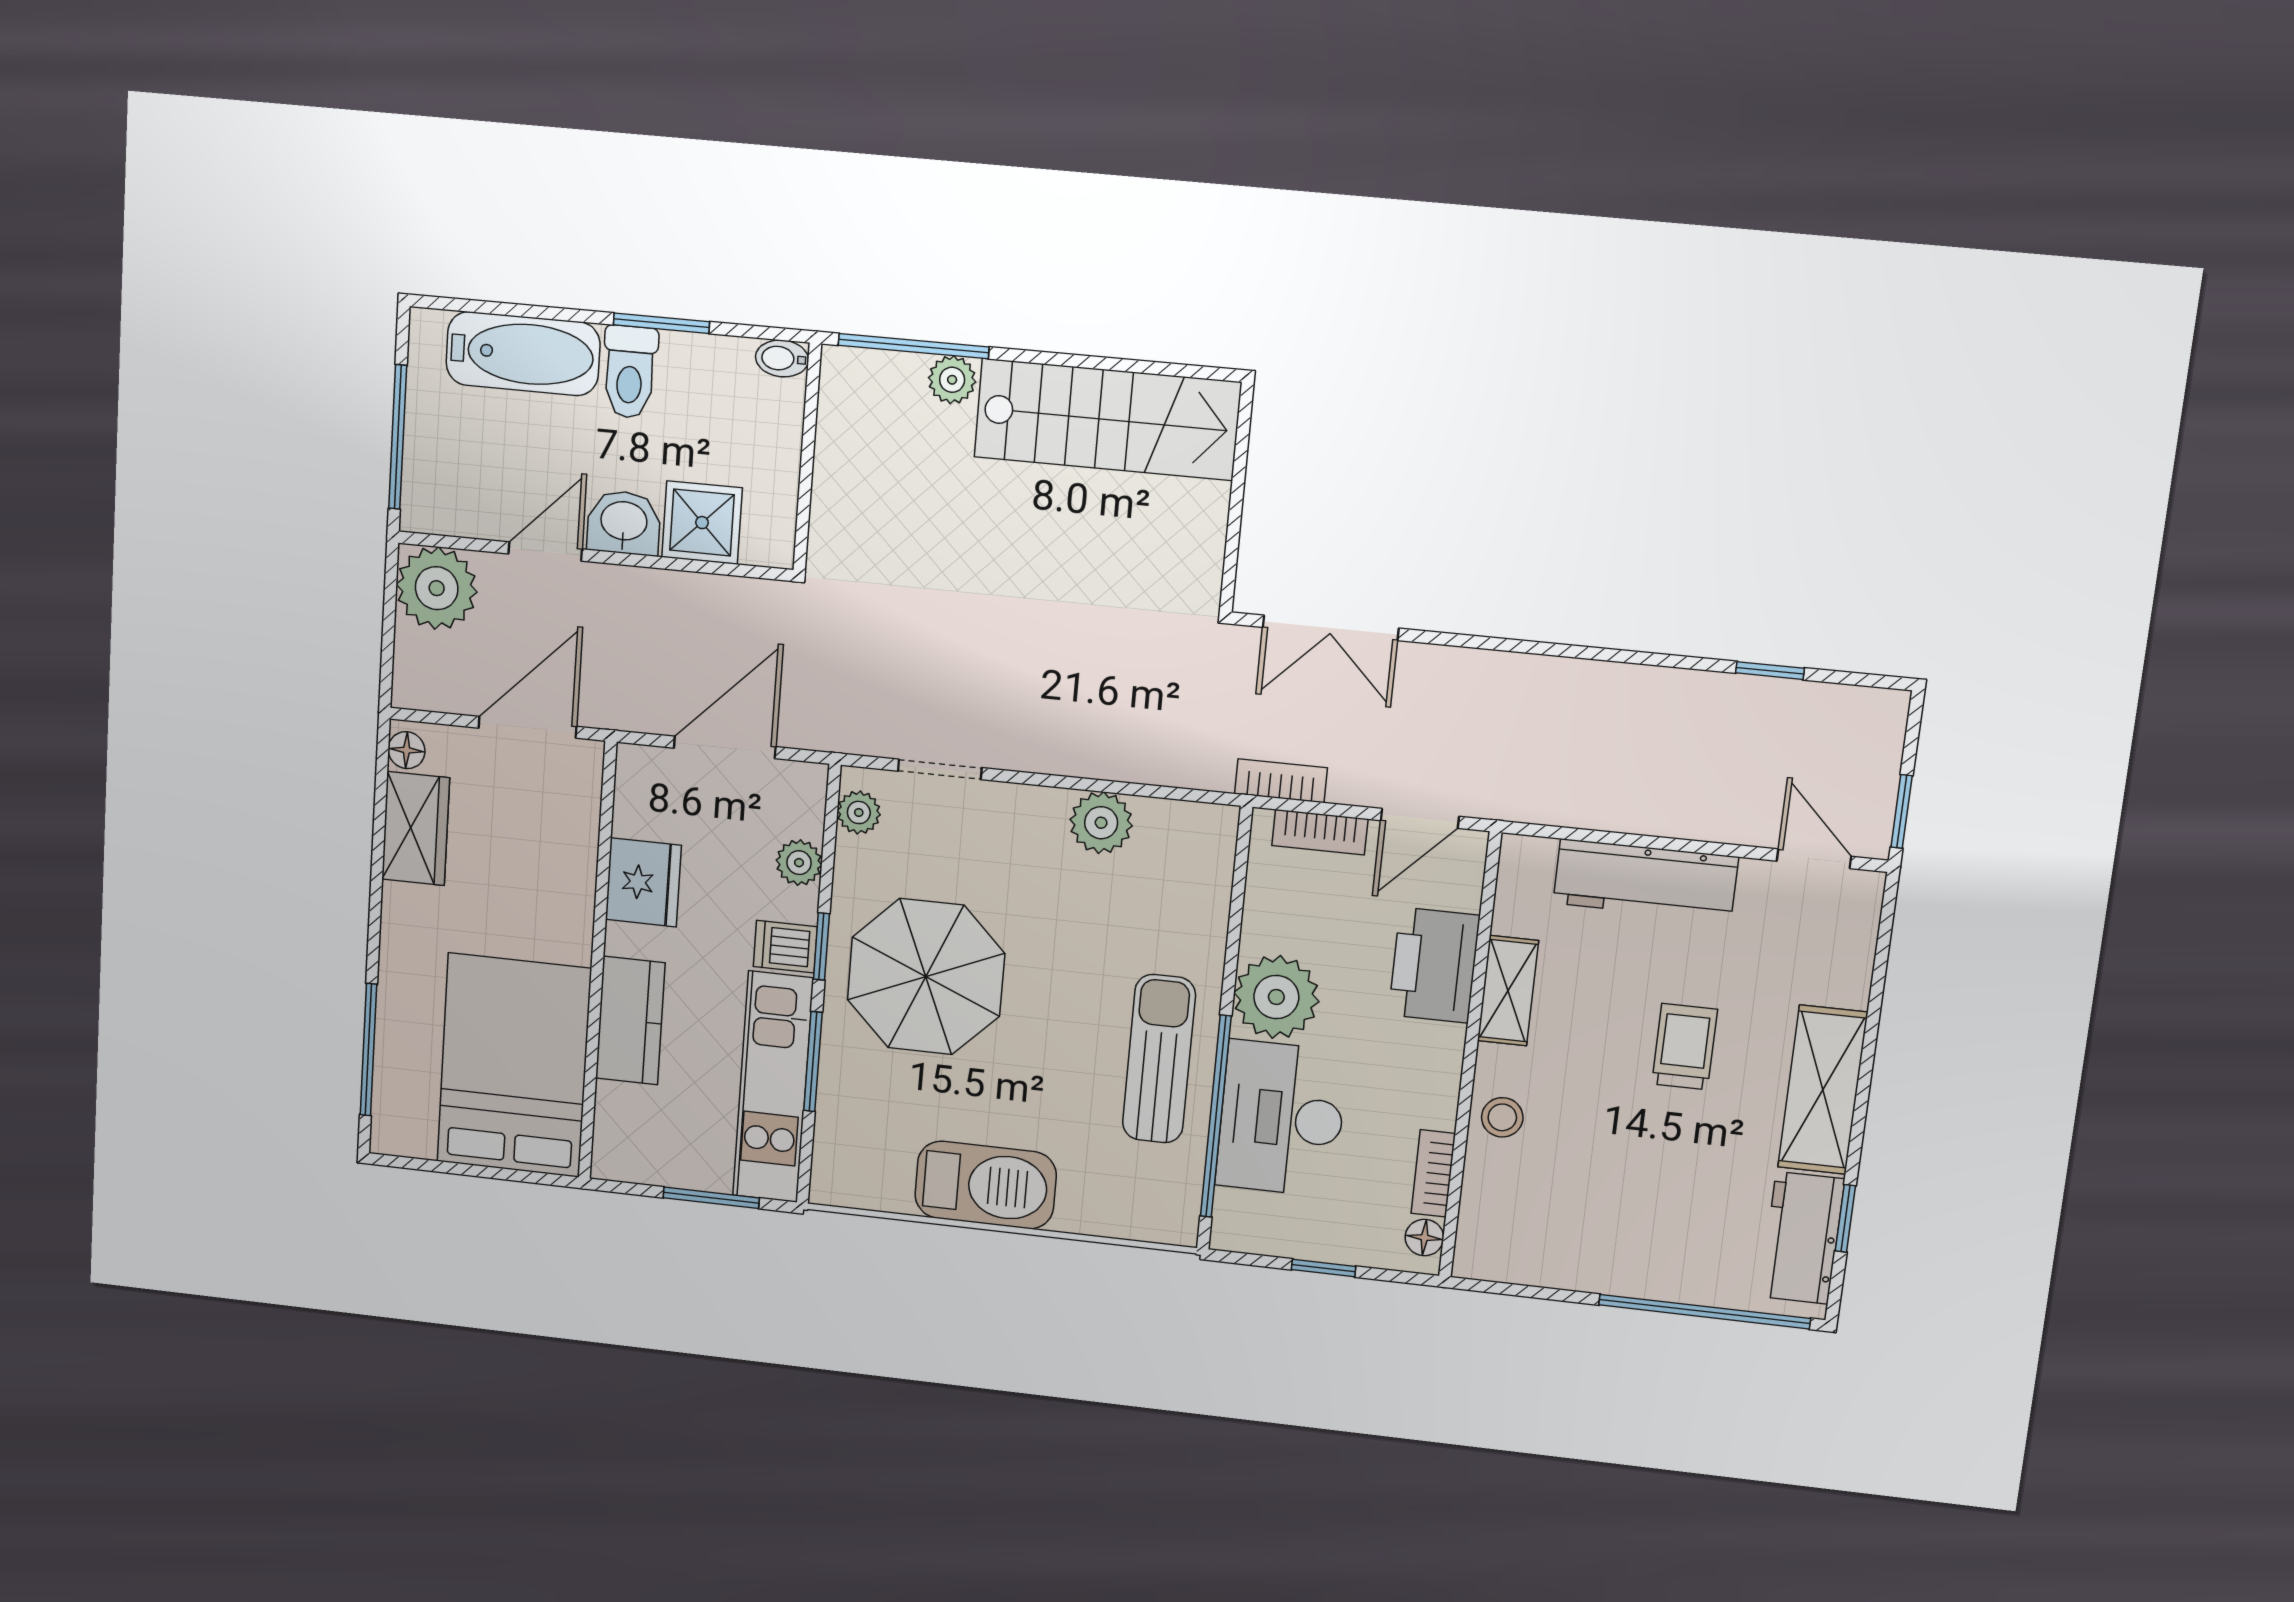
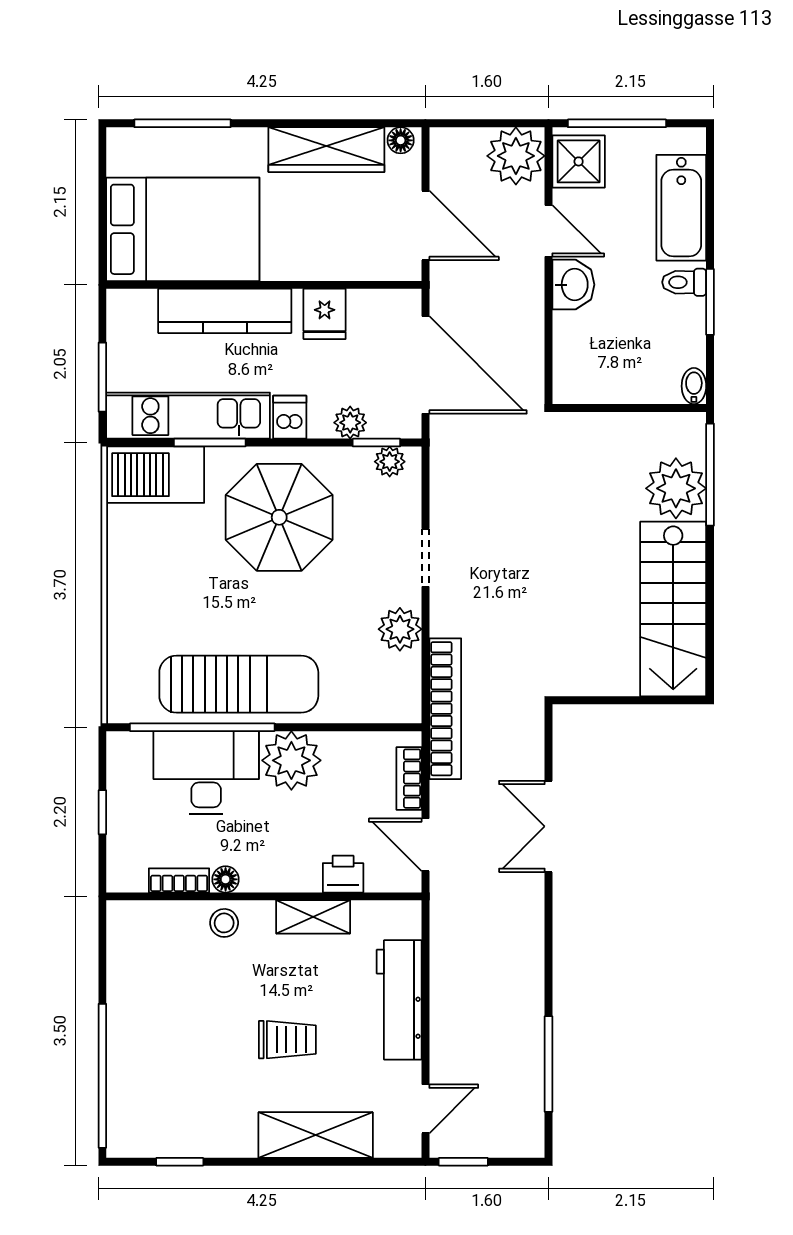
toilet: (630, 372) -> (684, 282), width x0.73, depth x0.72
plant: (952, 380) -> (676, 488), width x1.87, depth x1.87
shower: (702, 523) -> (579, 161), moved
double door: (1331, 628) -> (549, 826), moved
window: (1770, 671) -> (549, 1064), width x2.17
door: (725, 747) -> (425, 365), width x1.36
doorway: (940, 769) -> (425, 558), moved
bookcase: (1281, 781) -> (445, 709), width x2.31, depth x1.31
wardrobe: (416, 829) -> (326, 150), width x1.50
fridge: (643, 882) -> (325, 314), width x0.72
window: (821, 946) -> (376, 443), moved
printer: (1434, 965) -> (343, 874), width x0.53, depth x0.68
kitchen counter: (630, 1021) -> (225, 311), width x1.50
sun lounger: (1159, 1059) -> (239, 684), width x1.36, depth x1.34
shelving: (1823, 1090) -> (316, 1135), moved
barbecue: (986, 1185) -> (155, 475), moved, turned 90
floor lamp: (1424, 1238) -> (226, 879), moved
workbench: (1802, 1238) -> (163, 1135), removed

